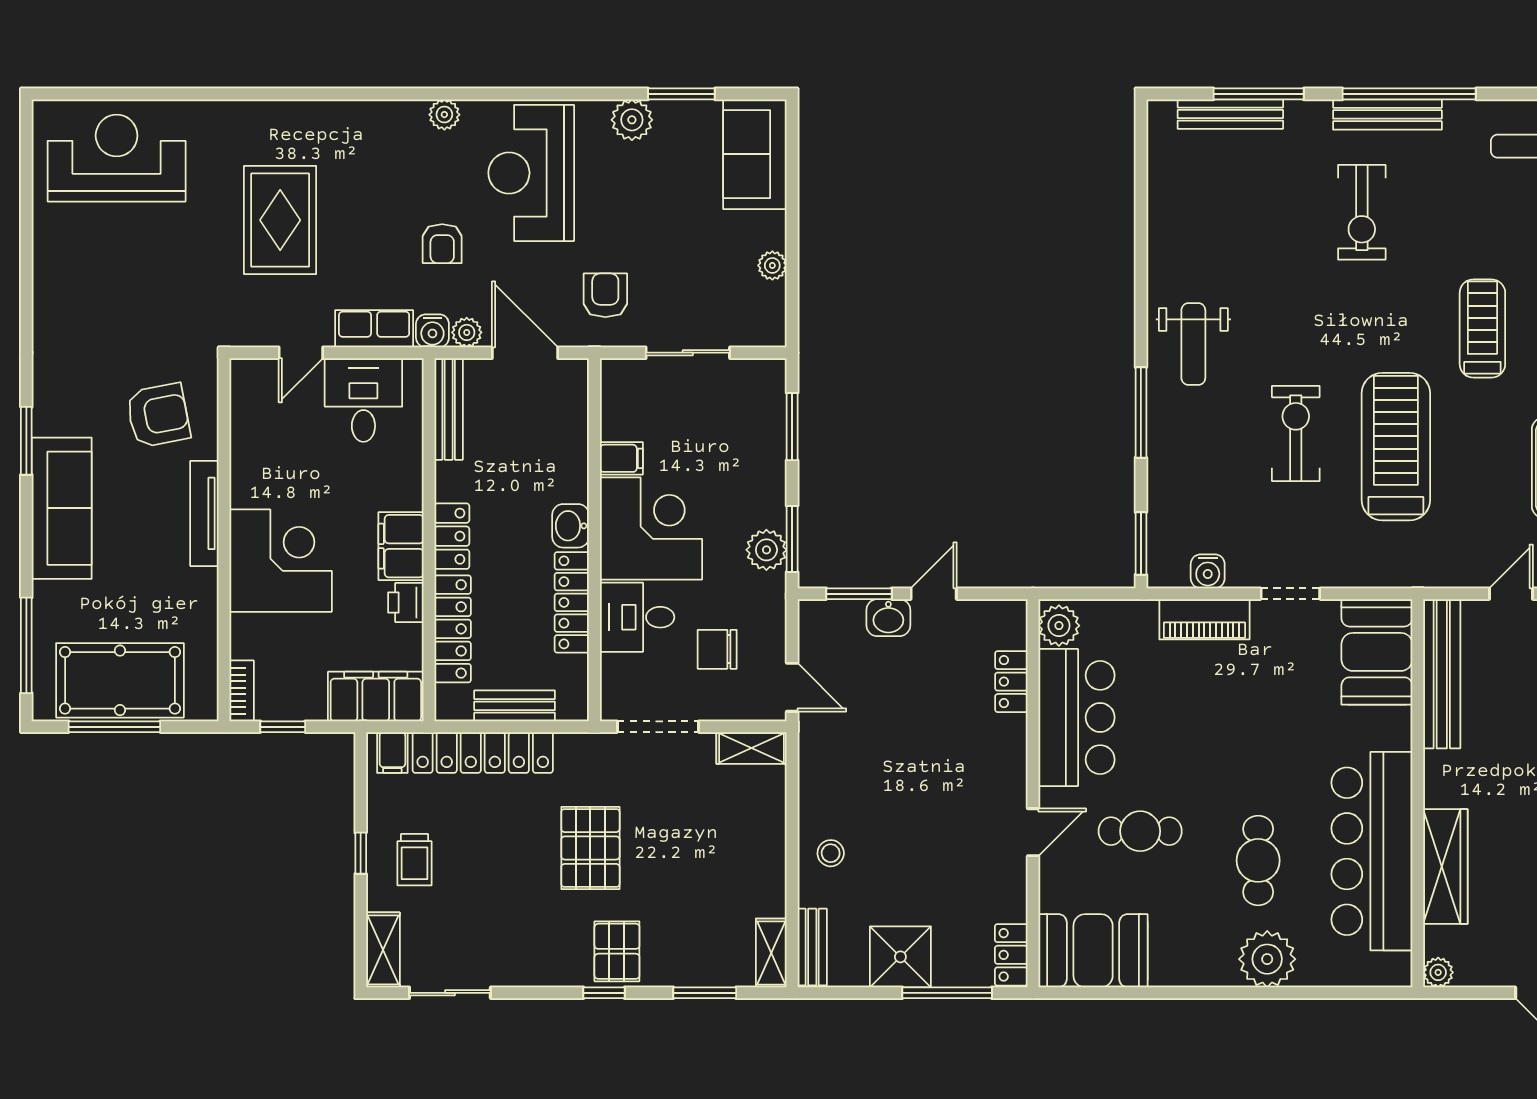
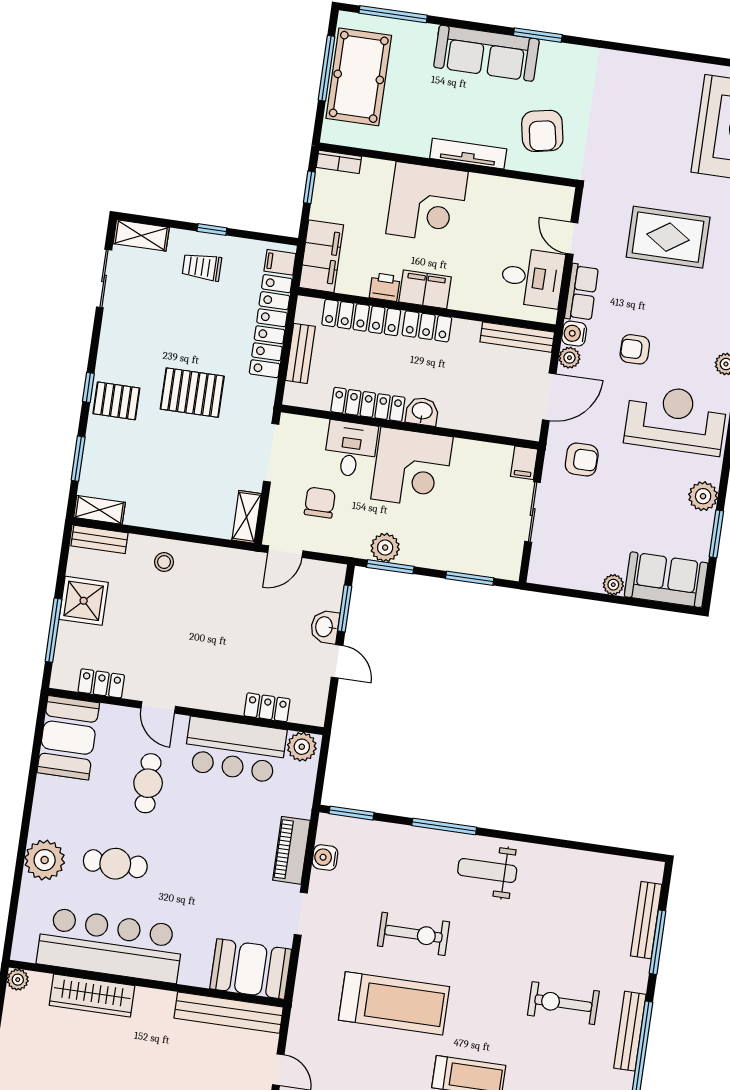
plant: (772, 265) -> (613, 585), moved
filing cabinet: (621, 458) -> (524, 463), moved
locker: (1011, 955) -> (101, 683), moved

